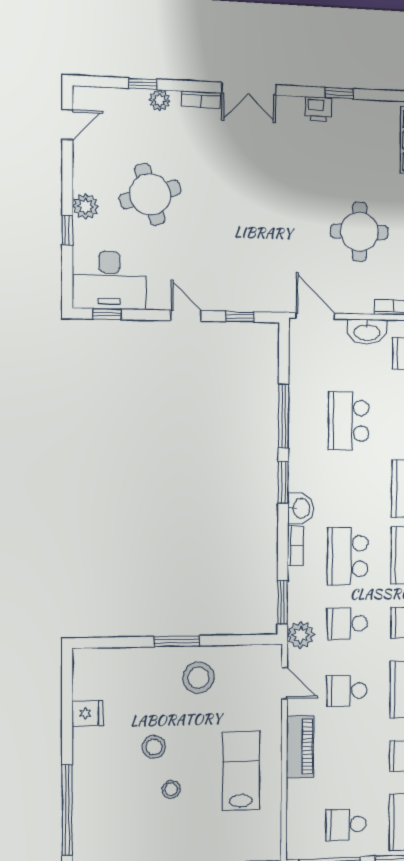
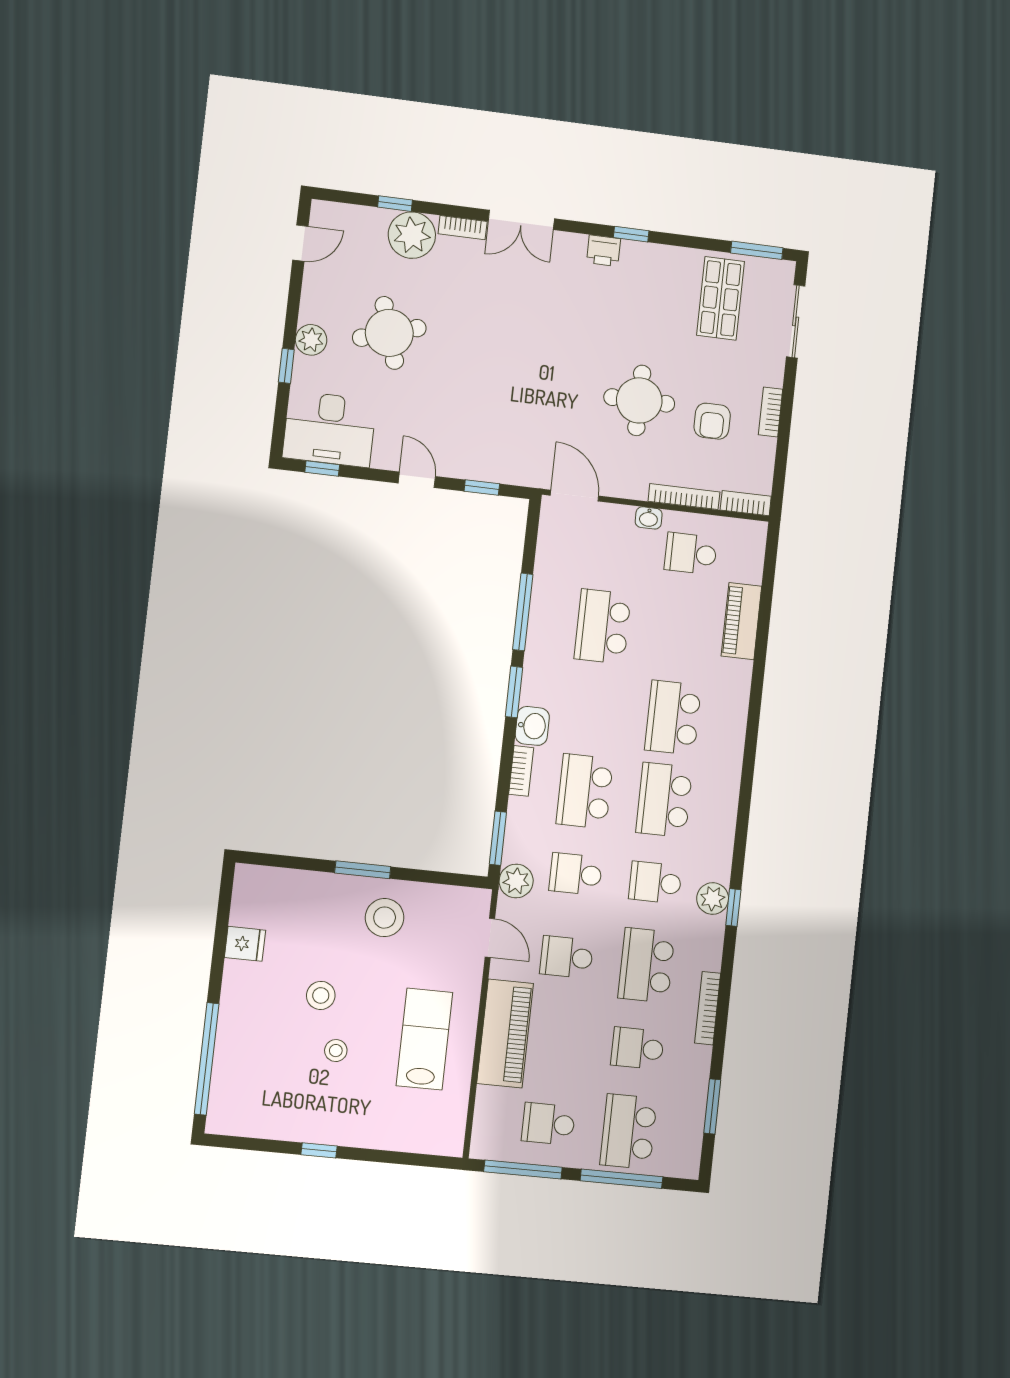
plant: (160, 100) -> (412, 235), width x1.87, depth x1.87
washbasin: (367, 332) -> (649, 518), width x0.52, depth x0.69
piano: (300, 747) -> (505, 1033), width x1.37, depth x1.33

